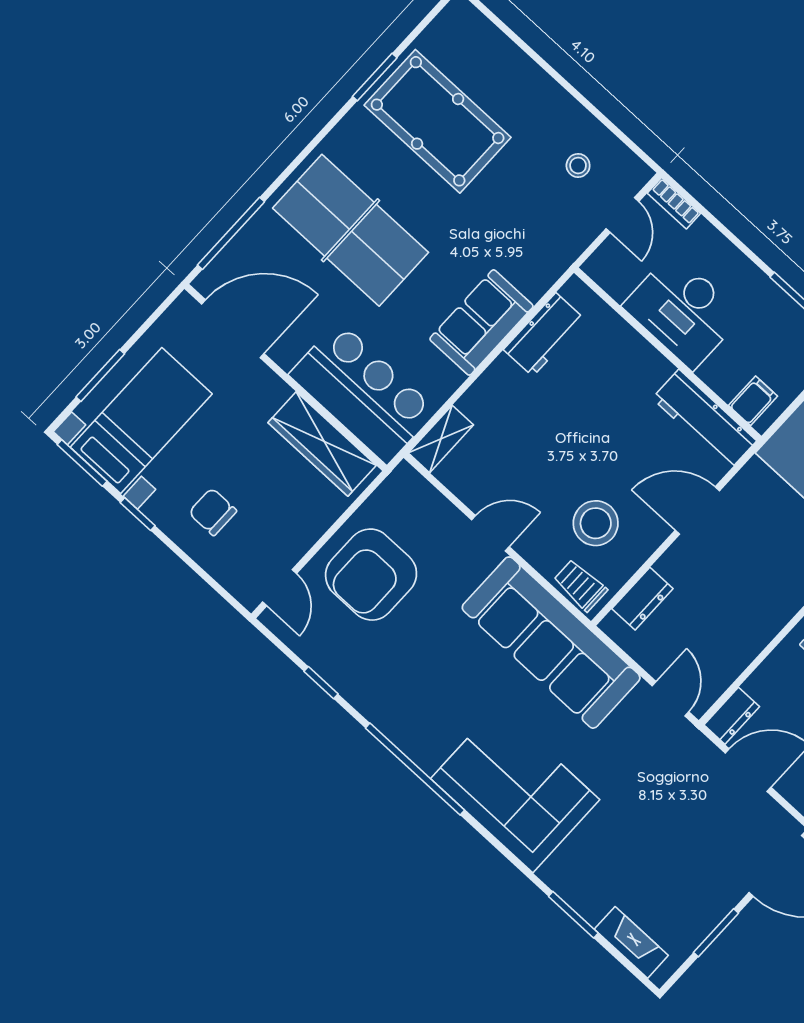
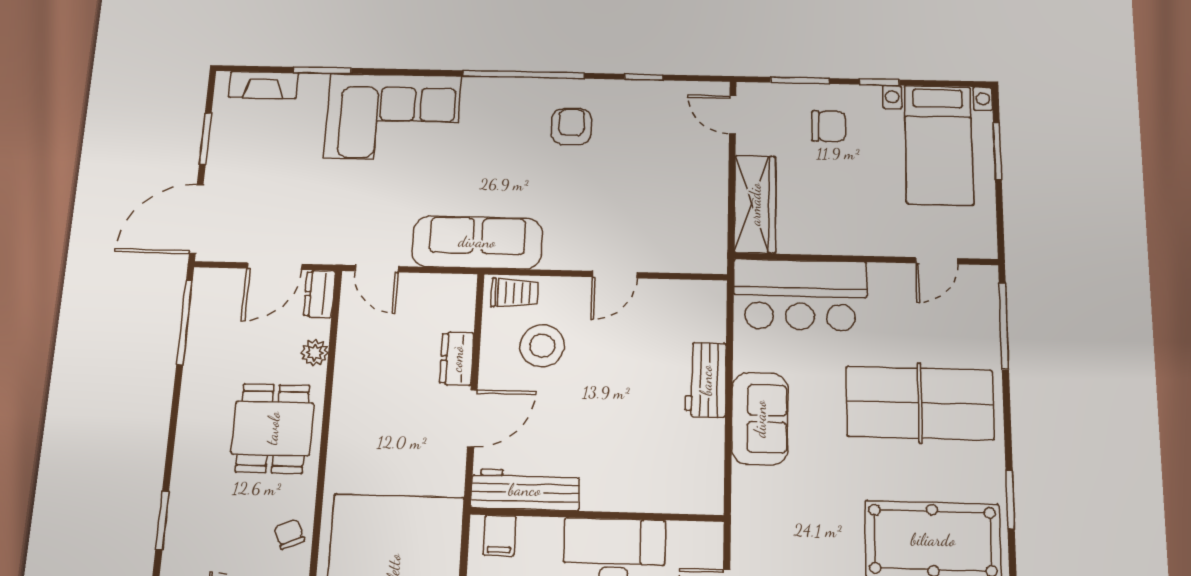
window: (375, 77) -> (1010, 500), moved
door: (233, 329) -> (936, 261), width x0.53
workbench: (544, 335) -> (706, 380), moved
shelving: (441, 439) -> (712, 310), removed
wardrobe: (322, 444) -> (755, 204), moved, turned 90
window: (82, 463) -> (800, 80), moved
armchair: (371, 575) -> (571, 126), moved, width x0.53, depth x0.53
dresser: (642, 599) -> (457, 359), moved
sofa: (551, 643) -> (477, 242), width x0.74, depth x0.79
plant: (774, 669) -> (315, 353), added
corner sofa: (515, 789) -> (393, 117), moved

